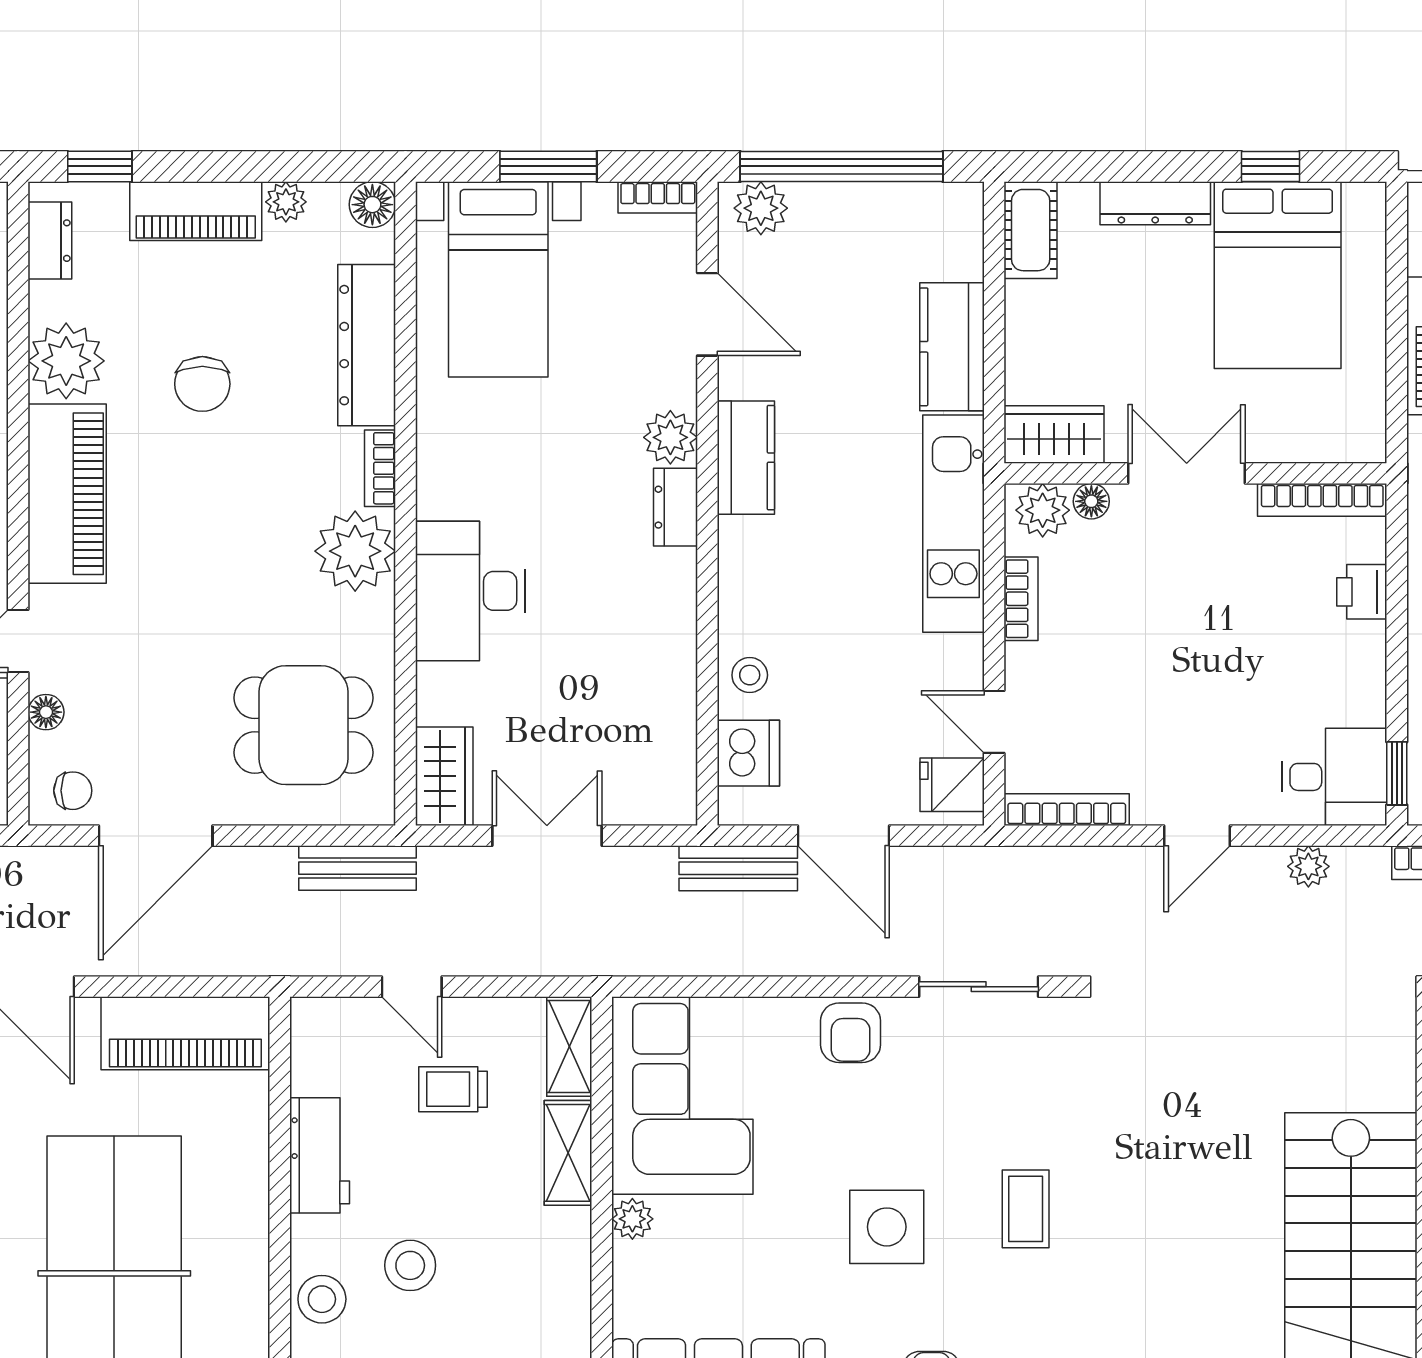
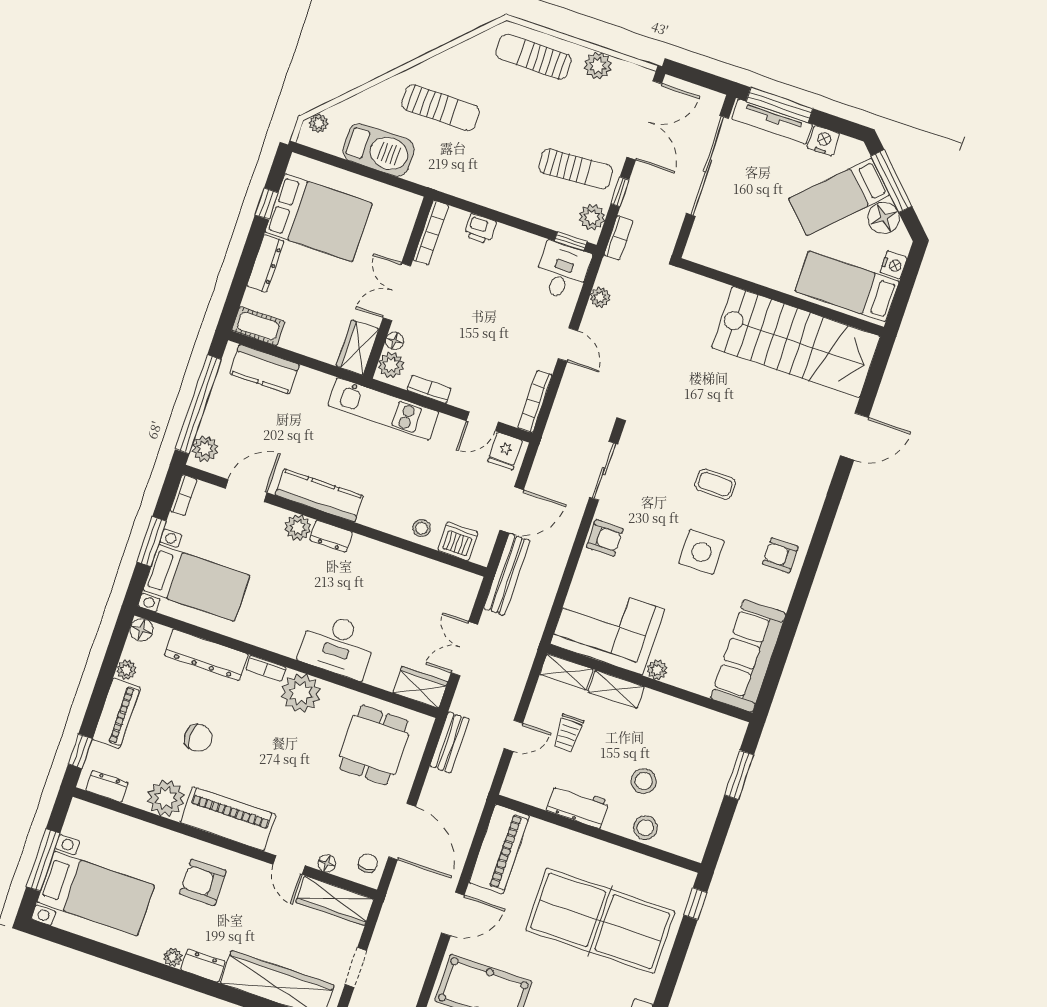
kitchen counter: (952, 347) -> (265, 369), moved
kitchen counter: (746, 458) -> (319, 495), width x1.50
bench: (738, 868) -> (507, 574), width x1.36

